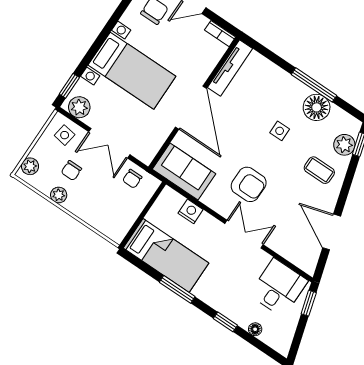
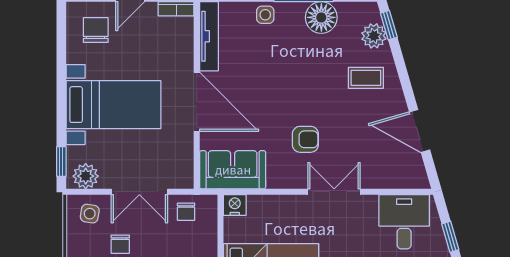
side table: (280, 131) -> (265, 15), moved
armchair: (249, 184) -> (305, 139), width x0.72, depth x0.72
nightstand: (191, 211) -> (235, 205), moved
window: (309, 303) -> (450, 237), moved

